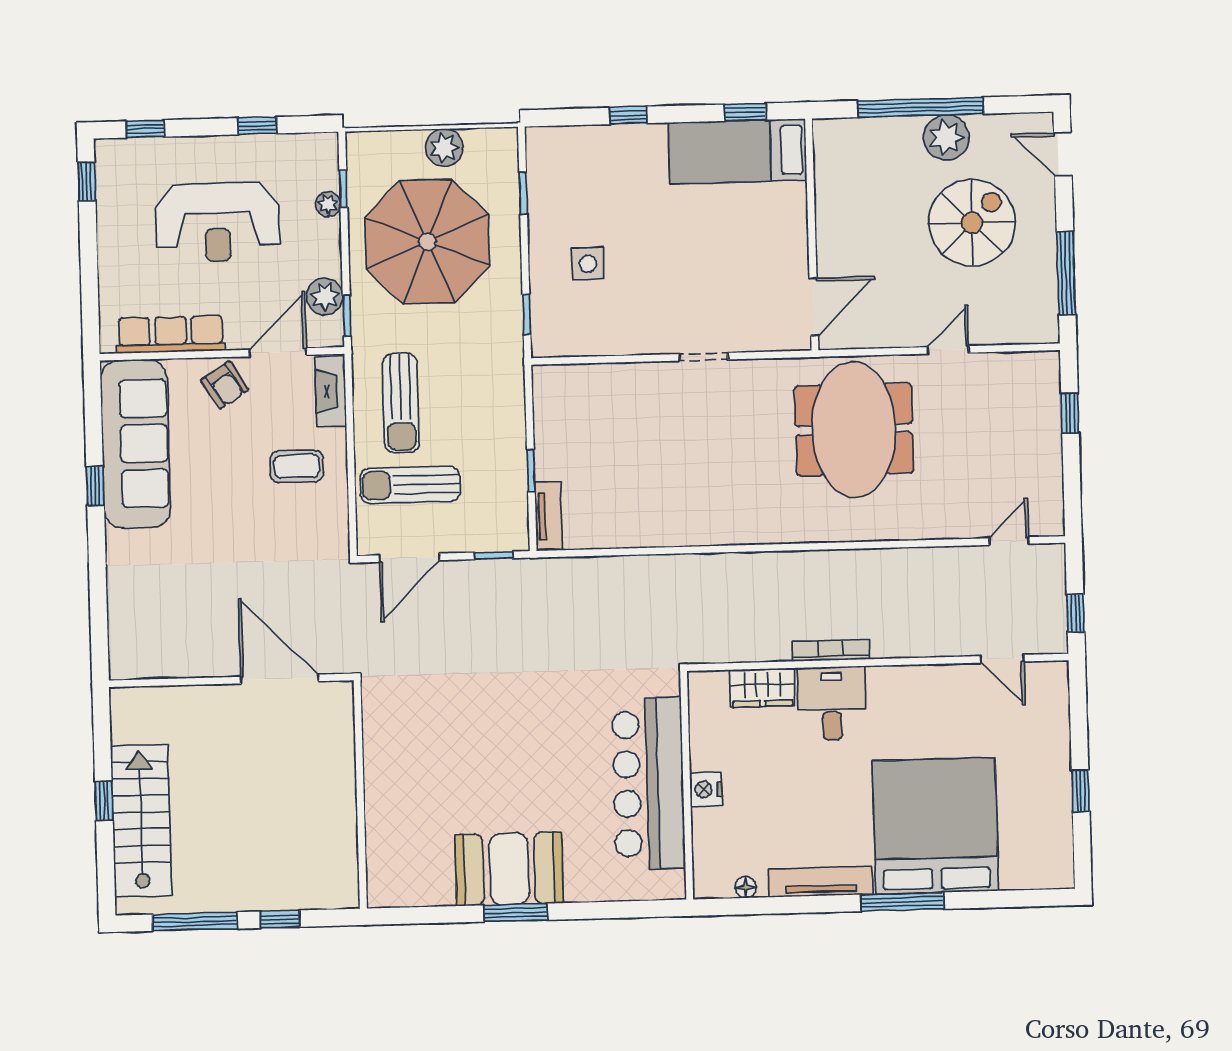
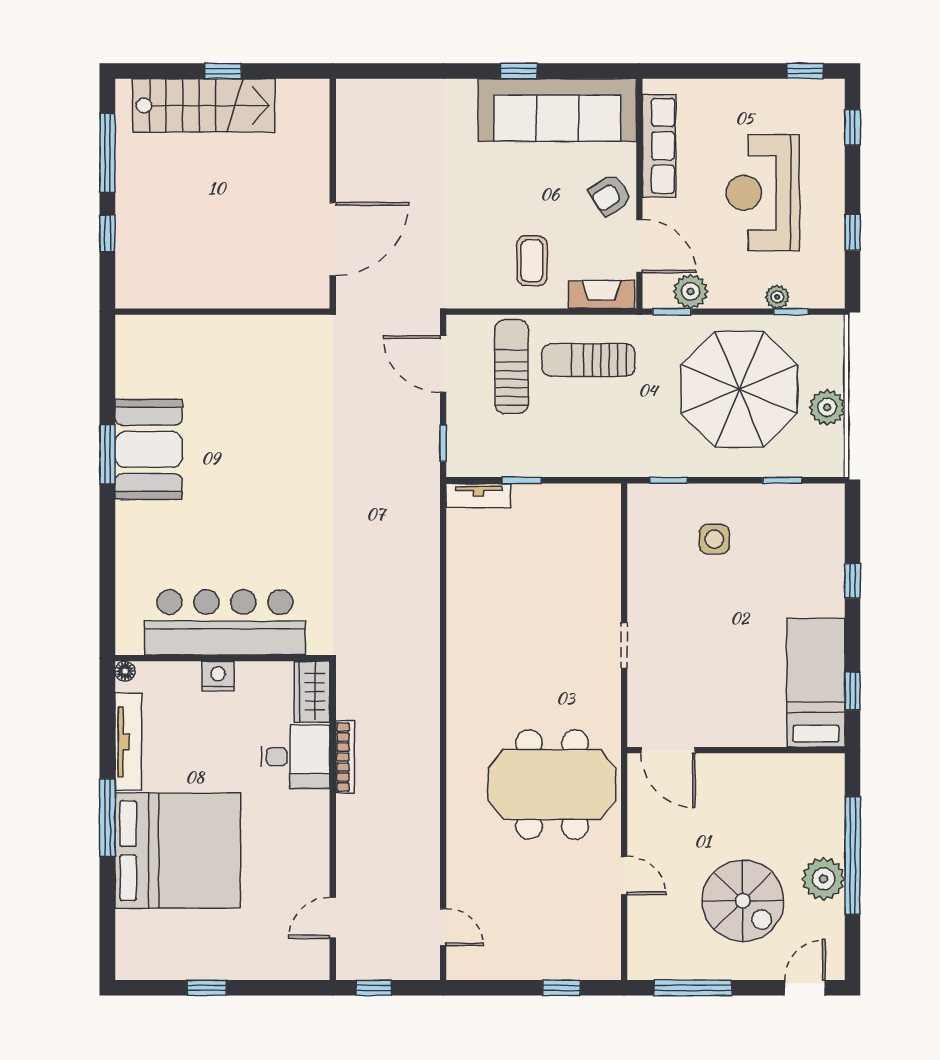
bar counter: (648, 784) -> (225, 622), moved
wall: (687, 785) -> (222, 658), moved
nightstand: (706, 789) -> (218, 676), moved

